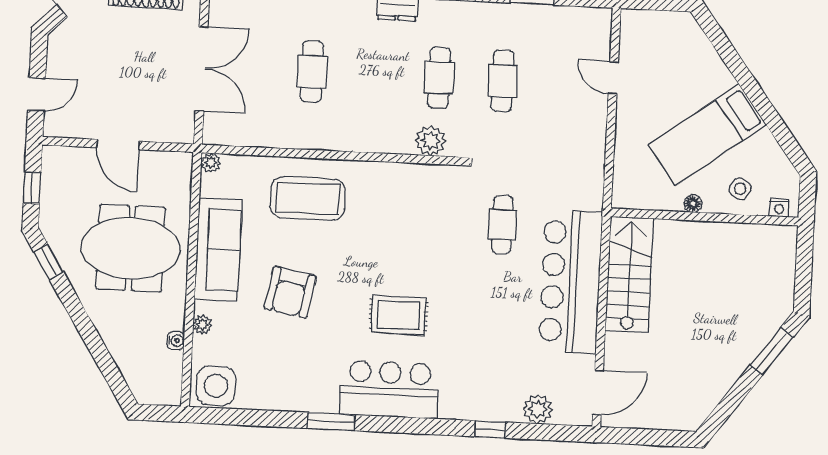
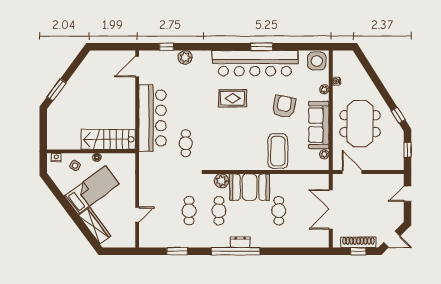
wardrobe: (705, 59) -> (95, 226), added
door: (613, 78) -> (137, 215), hinge flipped
booth: (372, 125) -> (249, 187), added
door: (118, 144) -> (352, 172), moved
plant: (211, 163) -> (324, 154), moved
coffee table: (308, 198) -> (278, 151), turned 90
meeting table: (131, 248) -> (360, 124), turned 90
stairs: (629, 275) -> (108, 139), moved, turned 90
bar counter: (389, 389) -> (255, 63), width x1.86
plant: (538, 409) -> (185, 57), moved
window: (490, 429) -> (167, 47), moved

